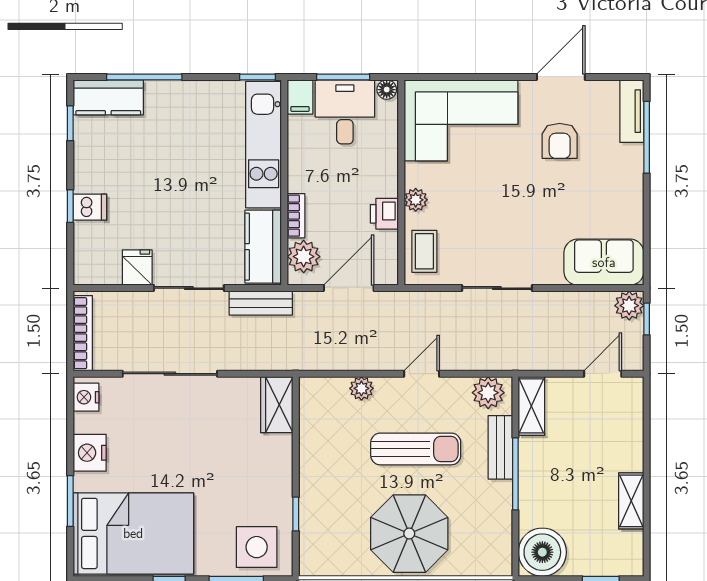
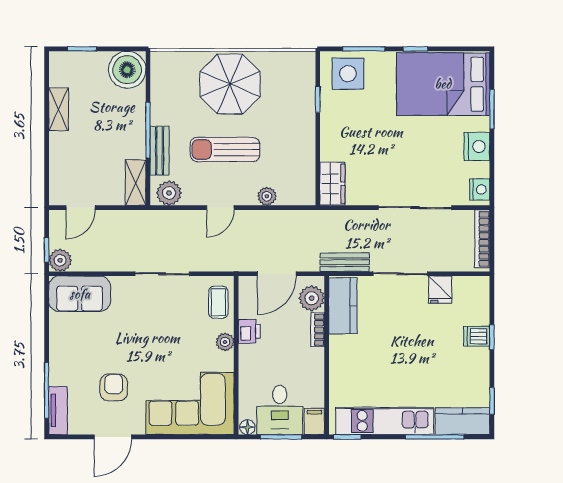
kitchen unit: (264, 145) -> (385, 421), moved, turned -90

